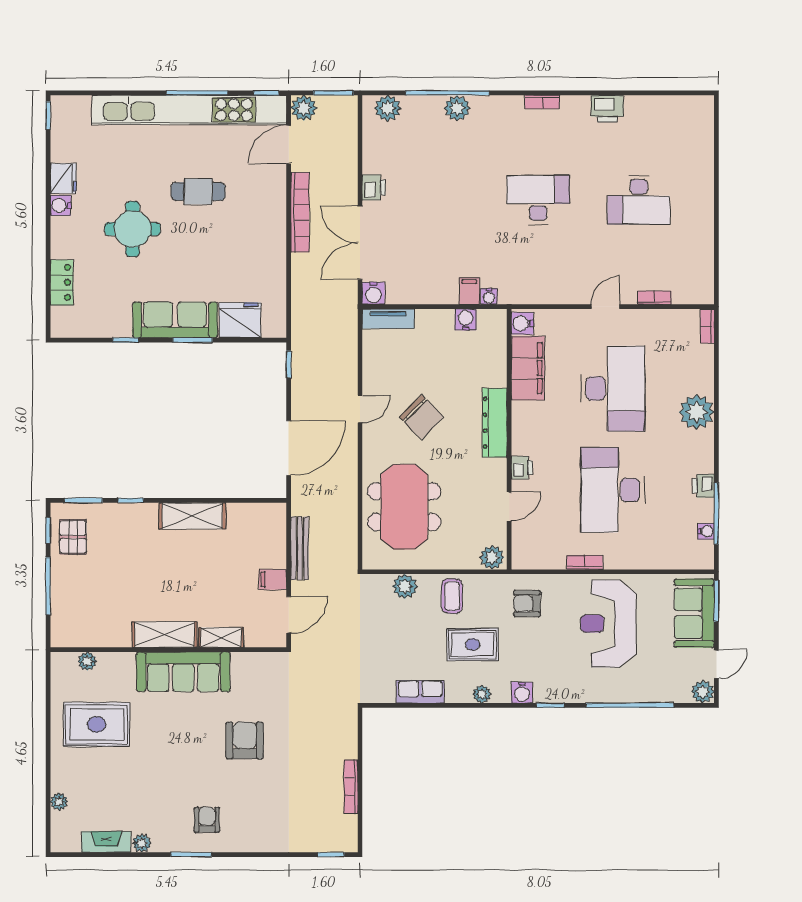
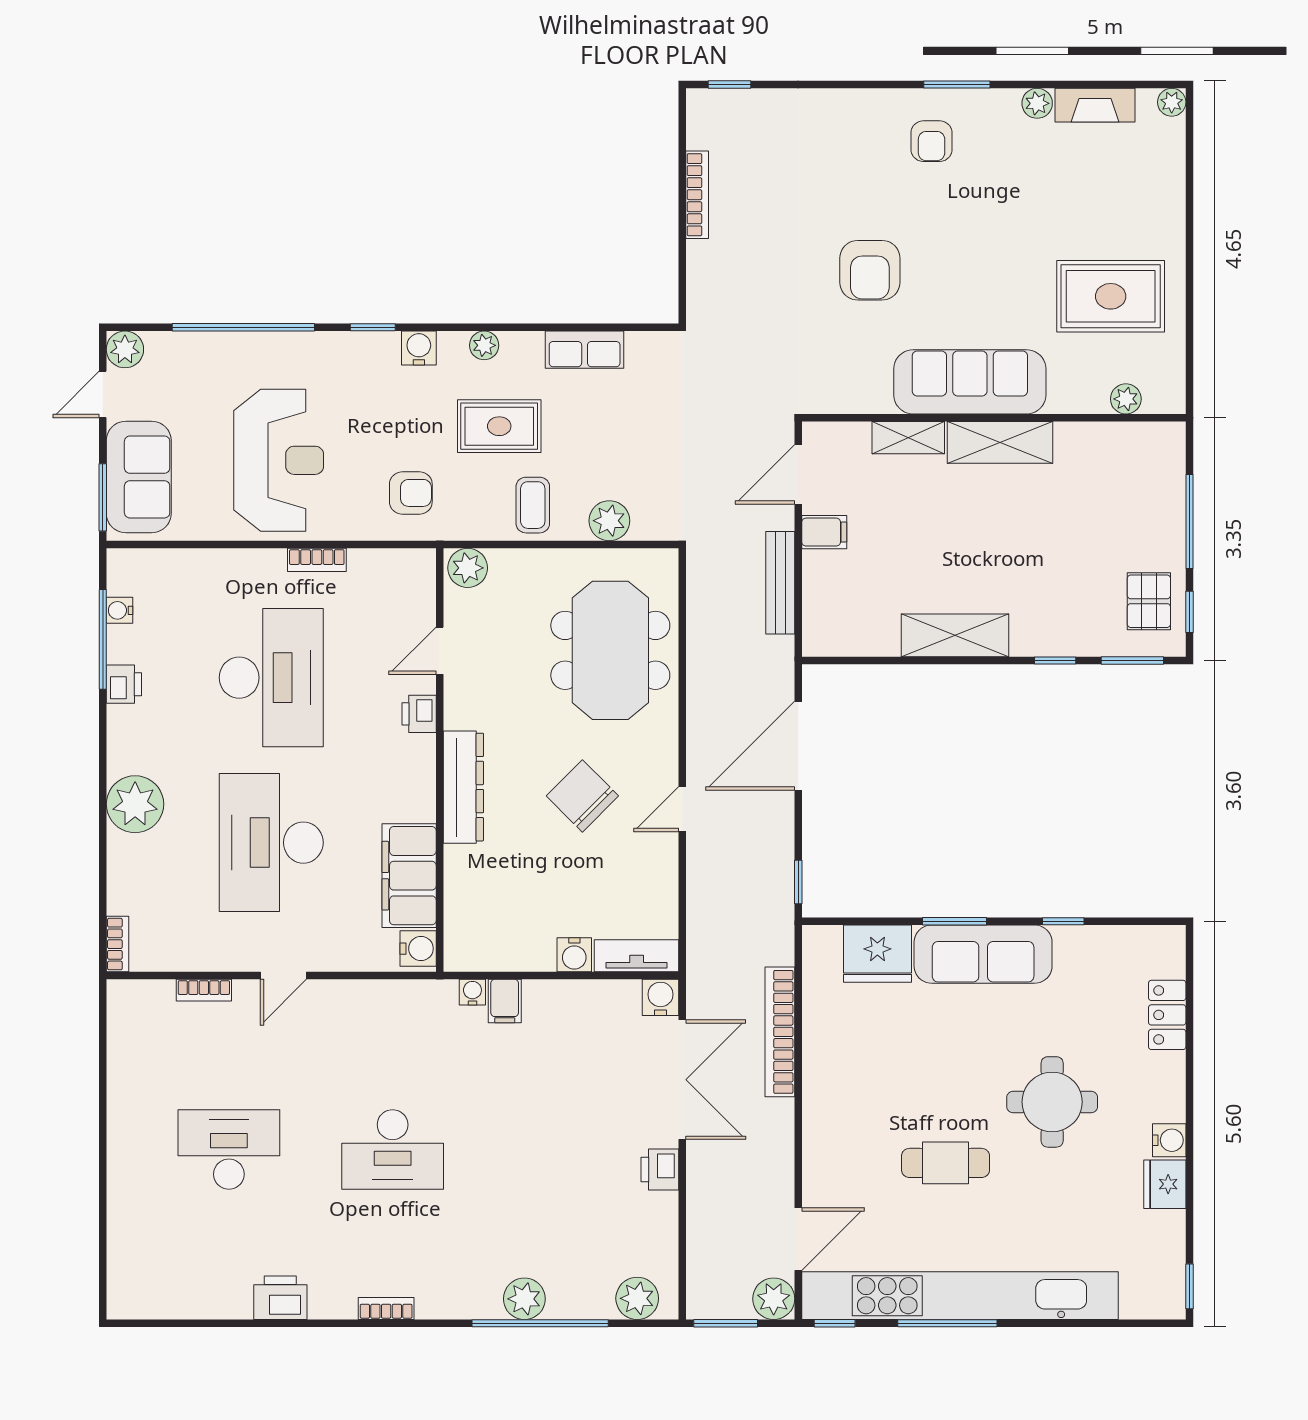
bookcase: (300, 212) -> (780, 1032), moved
water cooler: (466, 319) -> (574, 955), moved
plant: (59, 802) -> (1172, 102), moved

